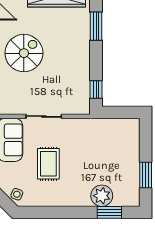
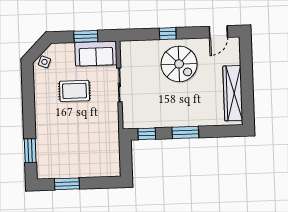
window: (96, 26) -> (185, 132), moved
plant: (102, 196) -> (46, 143), removed

